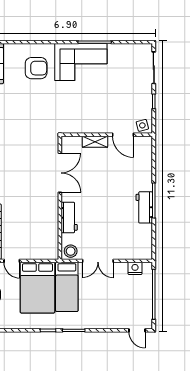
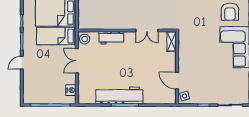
door: (123, 135) -> (177, 81), hinge flipped
shelving: (95, 142) -> (171, 42), moved
double door: (60, 173) -> (147, 30), width x0.73
workbench: (144, 207) -> (119, 95), width x1.87, depth x1.32
door: (137, 330) -> (22, 63), moved

